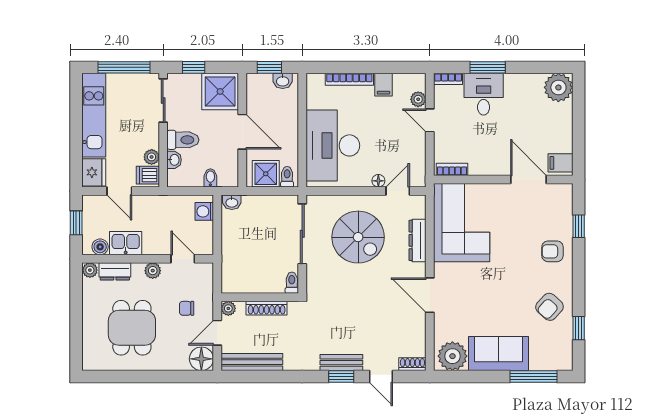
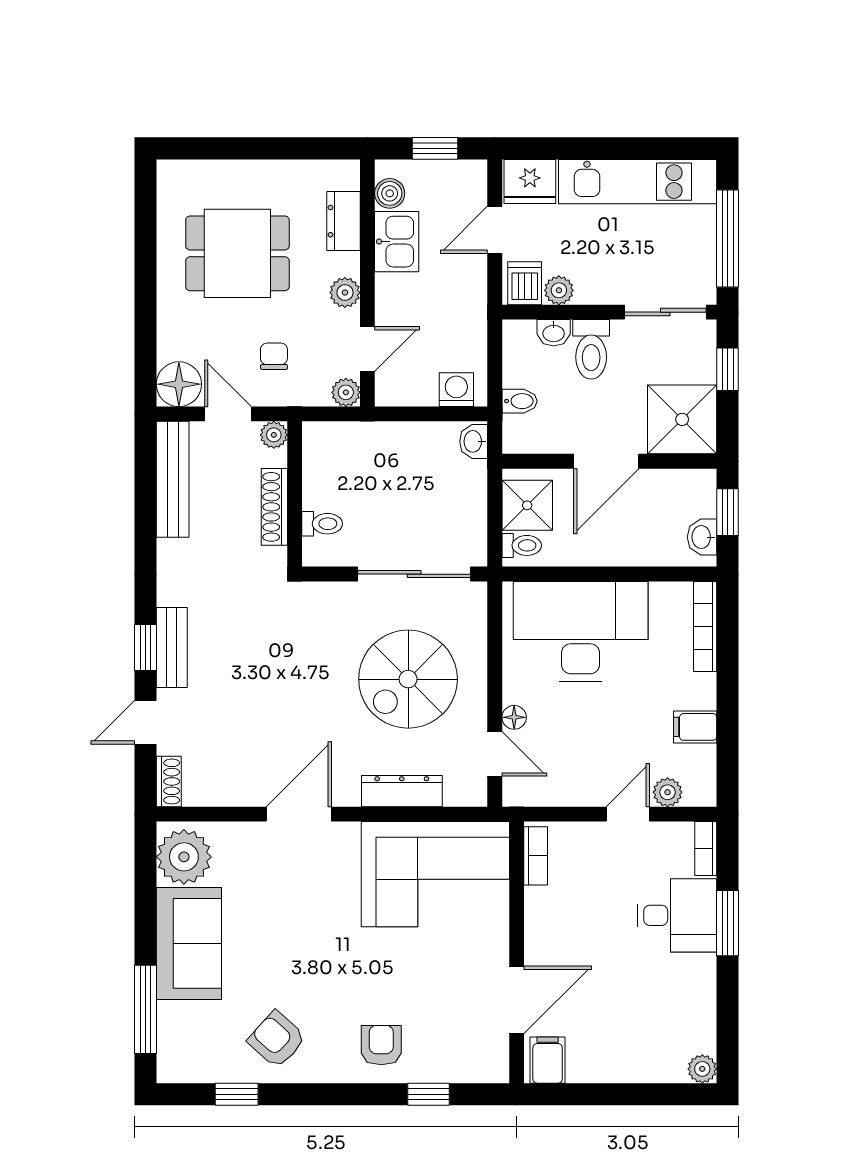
bookcase: (349, 79) -> (705, 626), moved
plant: (558, 87) -> (702, 1069), width x0.53, depth x0.53
plant: (90, 270) -> (346, 392), moved
toilet: (292, 283) -> (322, 524), moved

